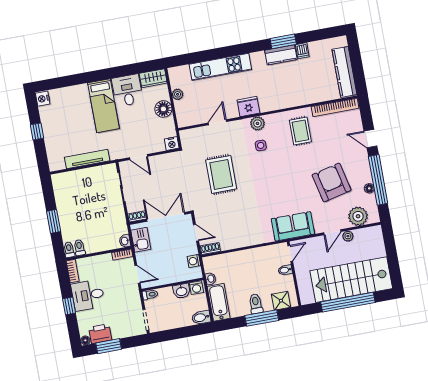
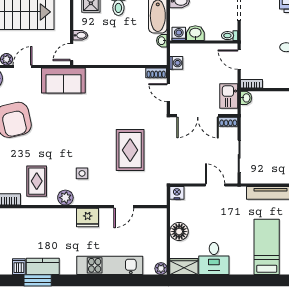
plant: (178, 94) -> (161, 269), moved
bed: (104, 106) -> (267, 247), moved
plant: (257, 123) -> (65, 198), moved

